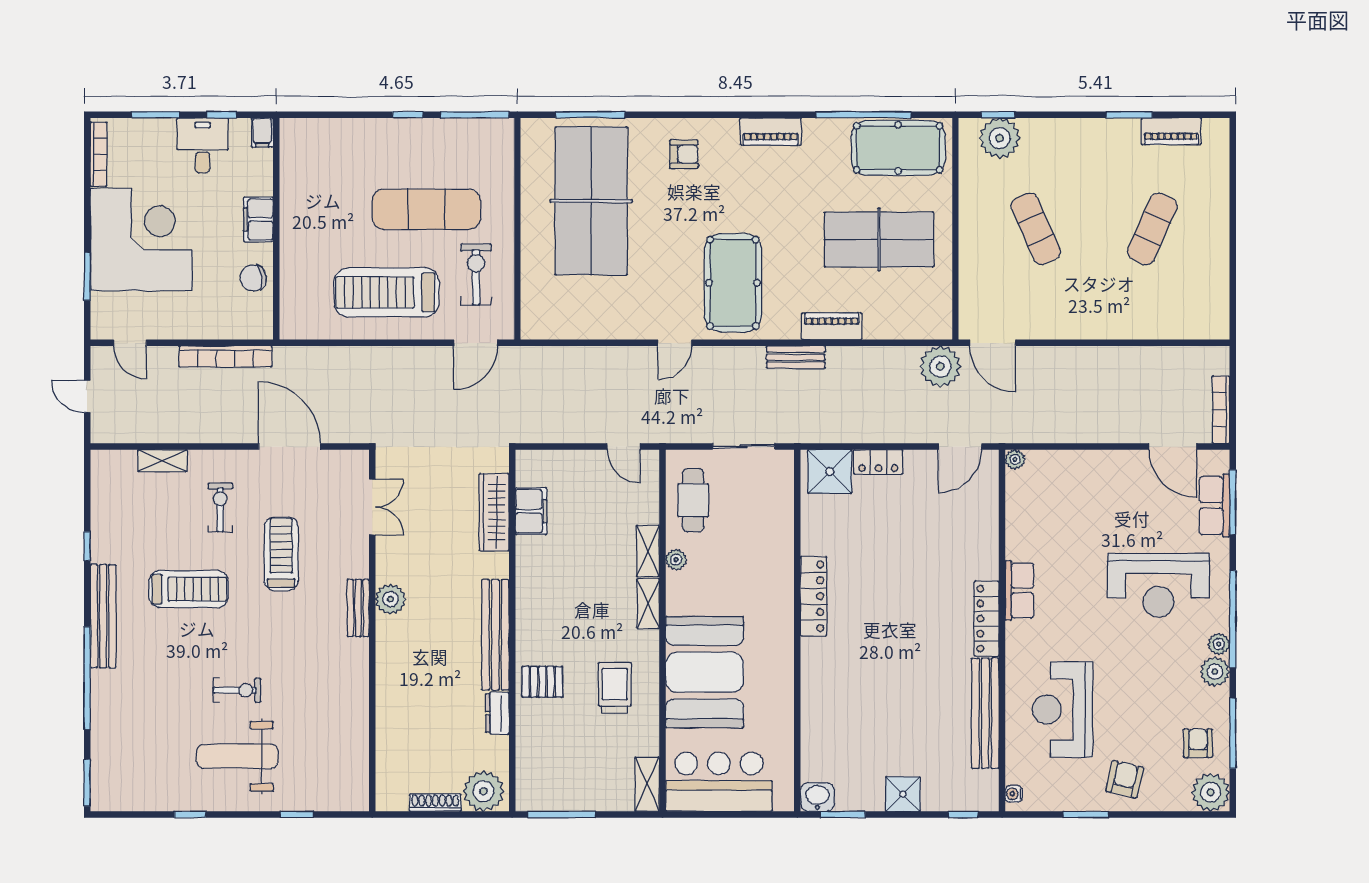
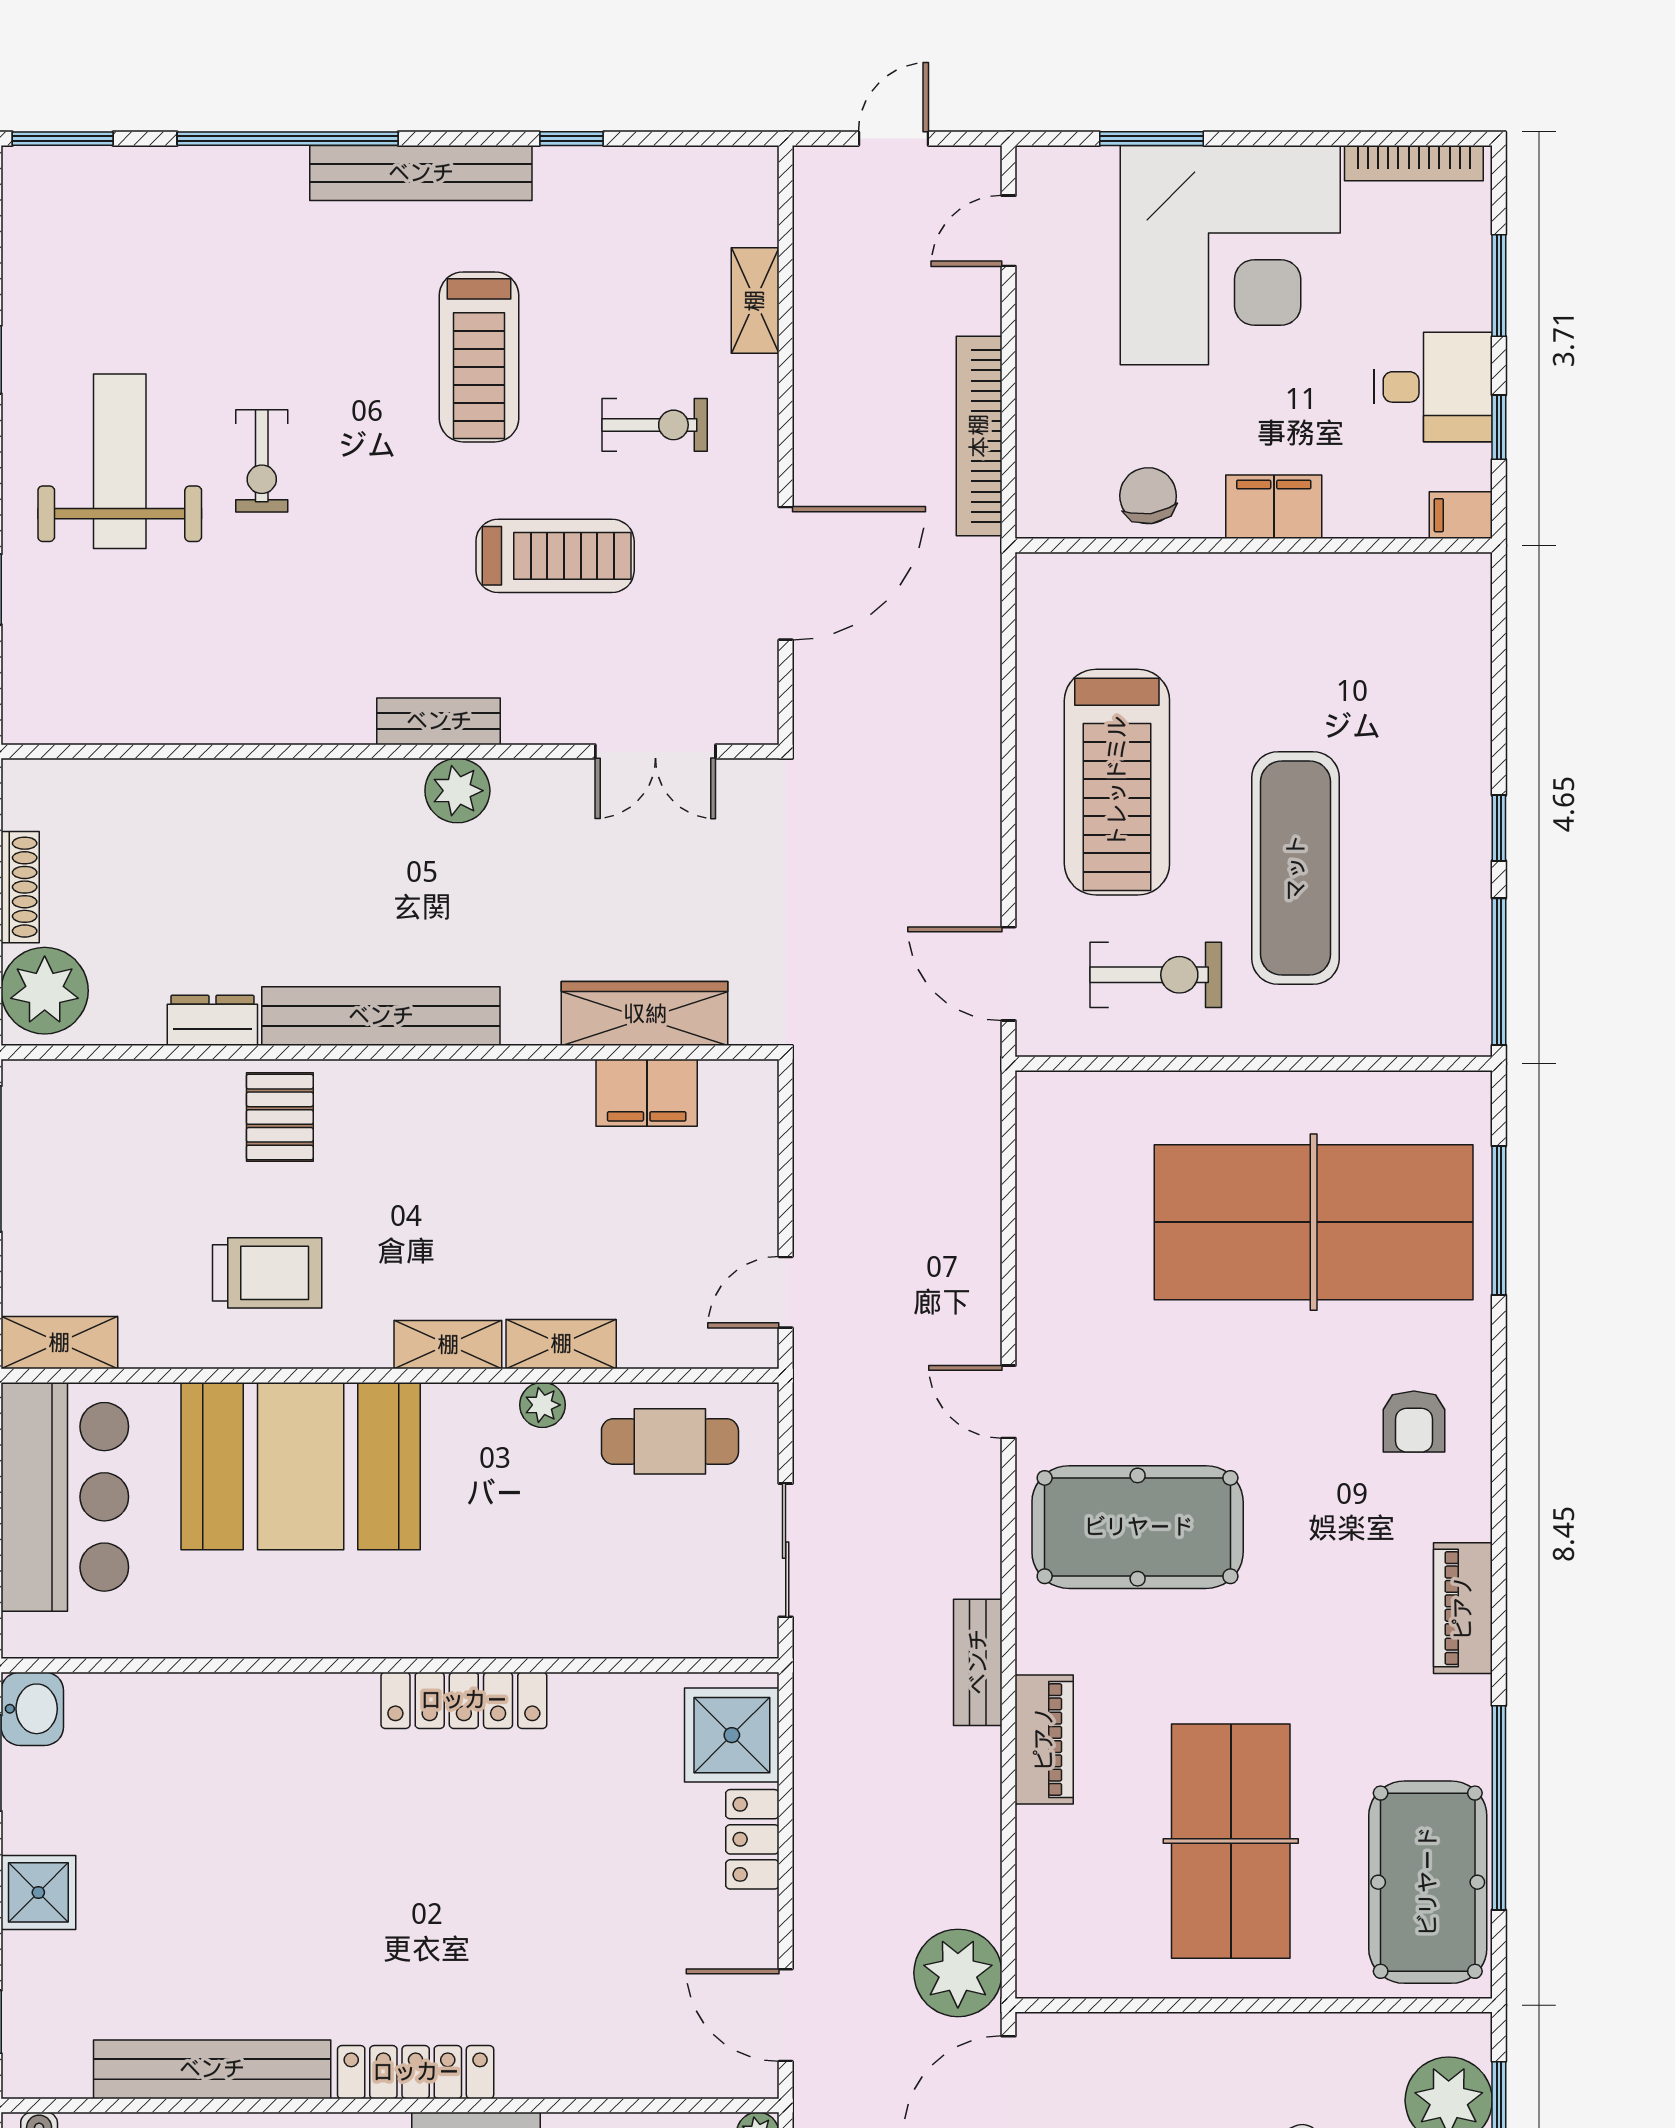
treadmill: (386, 292) -> (1117, 782), turned 180

